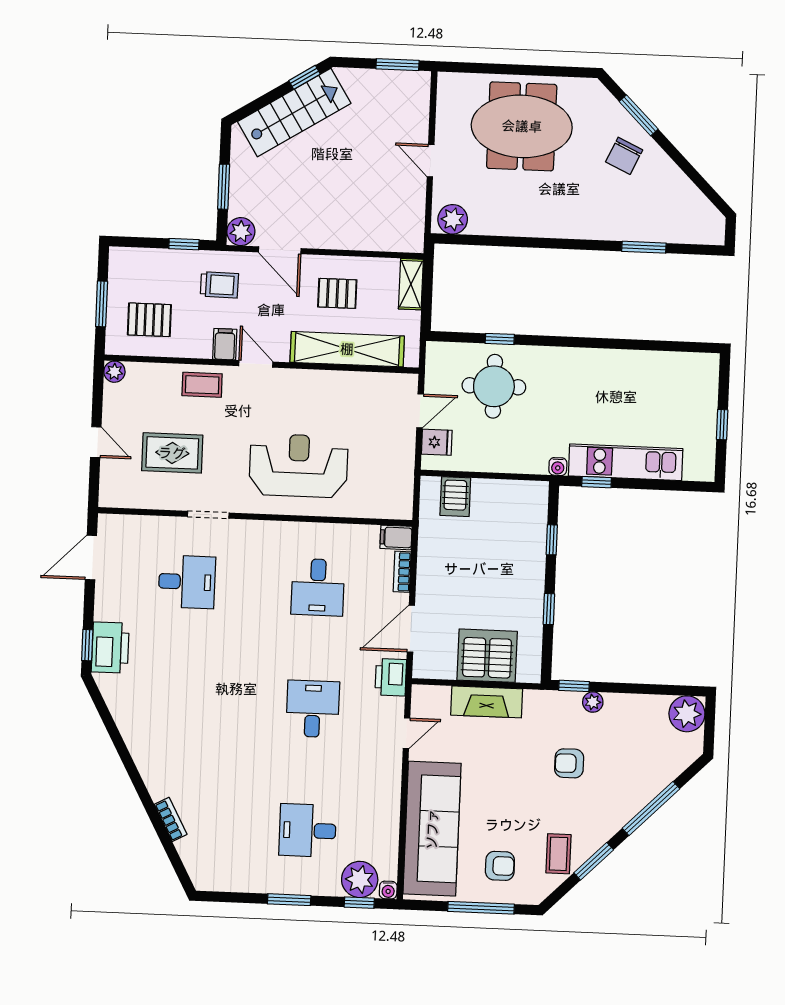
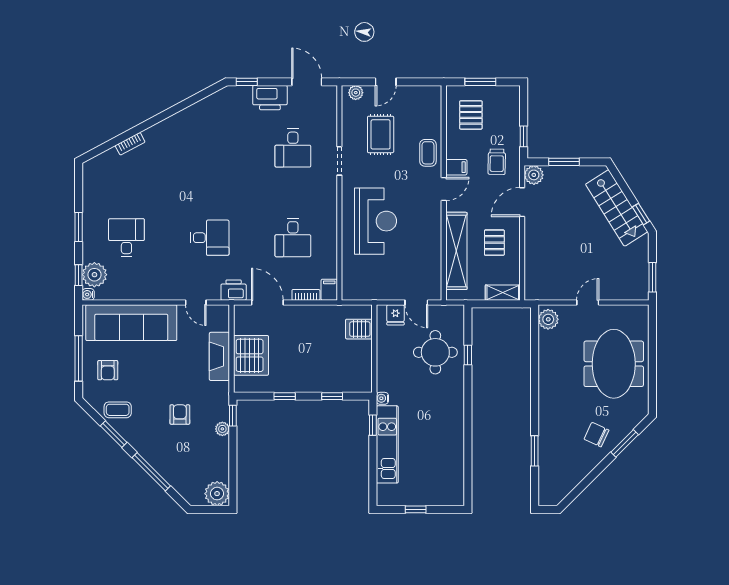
plant: (114, 372) -> (356, 93), moved
desk: (318, 587) -> (293, 238), turned -90
printer: (110, 648) -> (270, 98), moved

